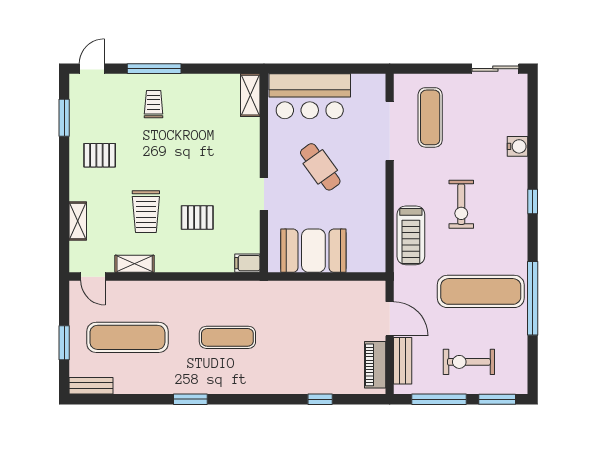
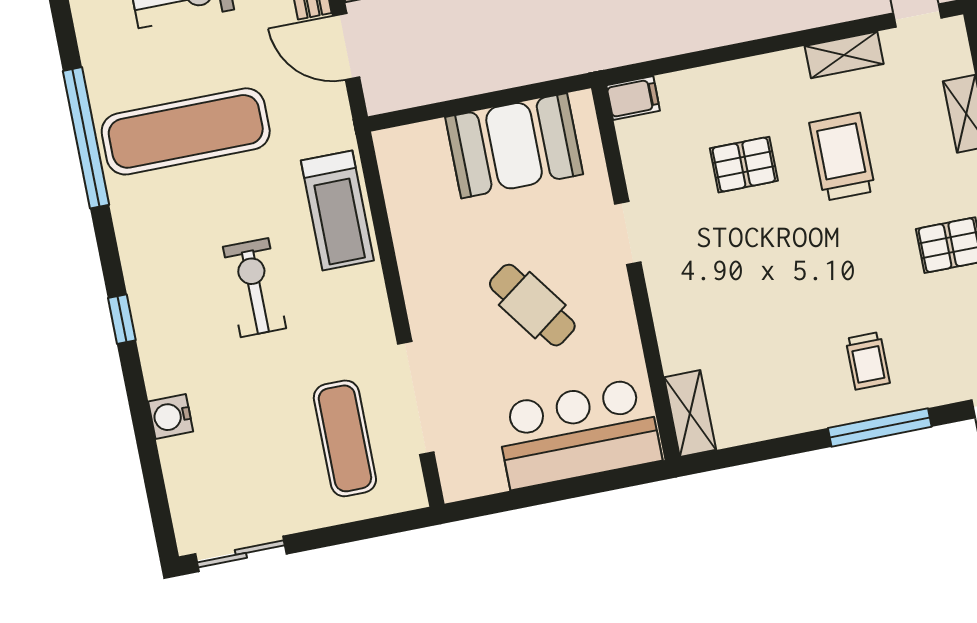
treadmill: (411, 235) -> (337, 210), turned 180

